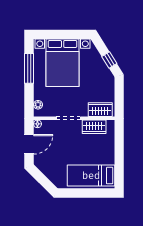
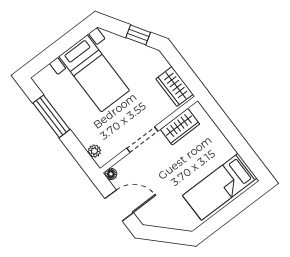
bed with nightstands: (63, 63) -> (94, 73), width x0.73
wardrobe: (100, 110) -> (174, 87), moved, turned -90
door: (29, 144) -> (119, 205), hinge flipped

